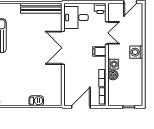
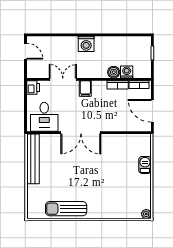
washing machine: (113, 64) -> (127, 72), moved

